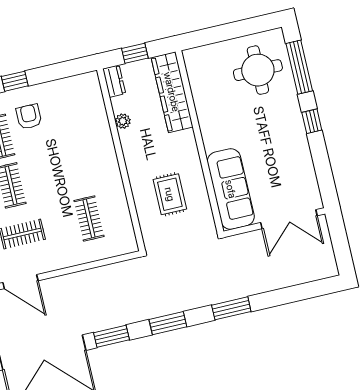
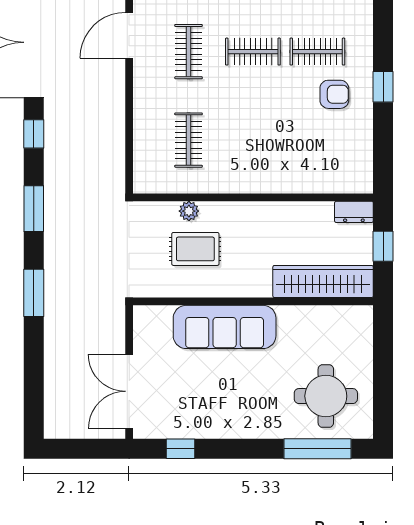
plant: (123, 121) -> (189, 211), moved
window: (312, 121) -> (181, 449), moved
sofa: (231, 189) -> (225, 327), moved
clothes rail: (89, 218) -> (189, 140), turned 90
window: (112, 336) -> (34, 134), width x0.67

